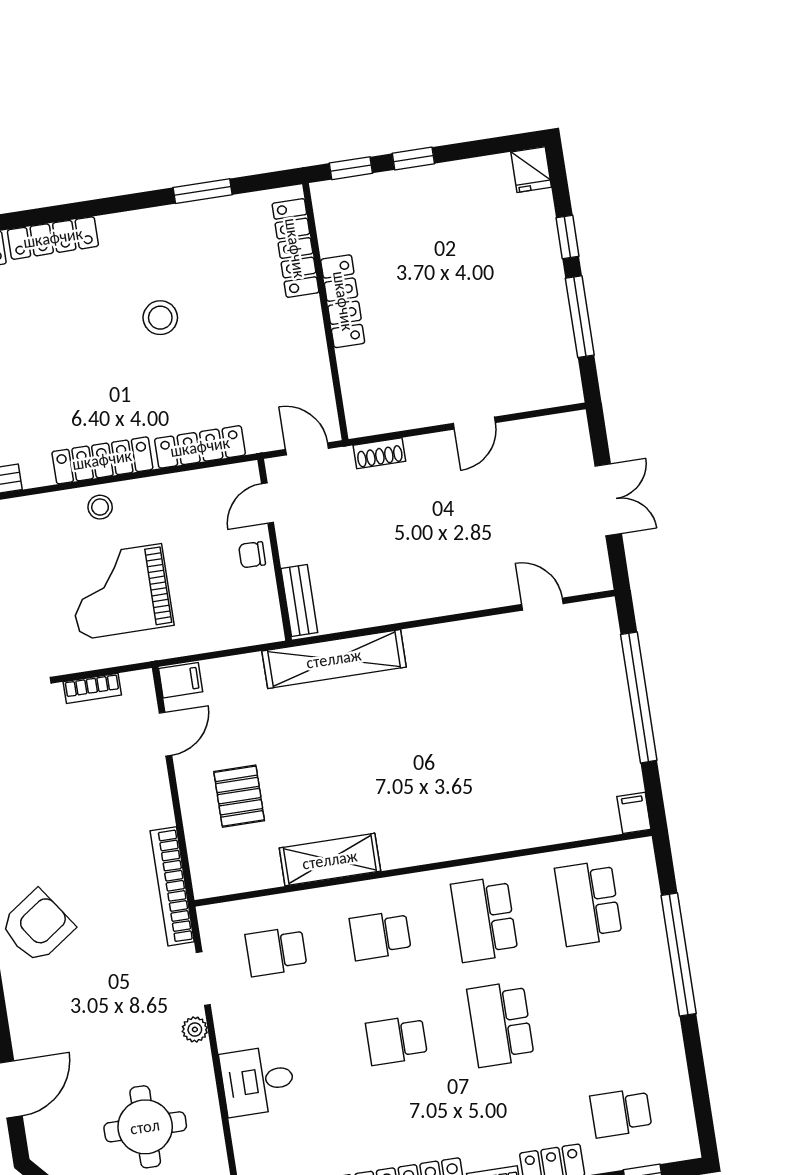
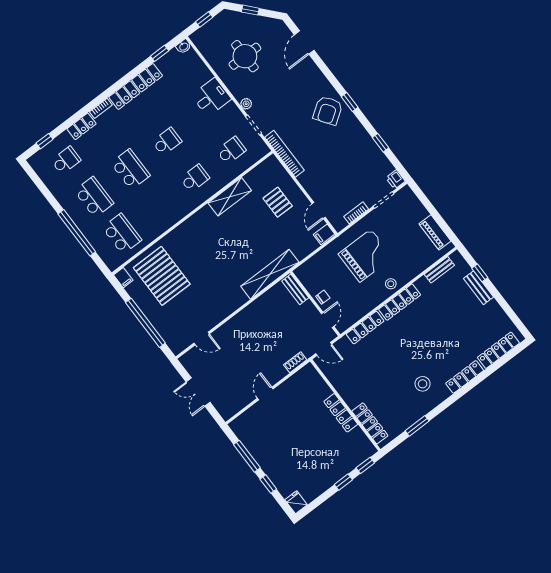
stool: (160, 318) -> (423, 384), moved
pallet: (554, 774) -> (162, 276), added
school desk: (484, 919) -> (94, 197), moved

